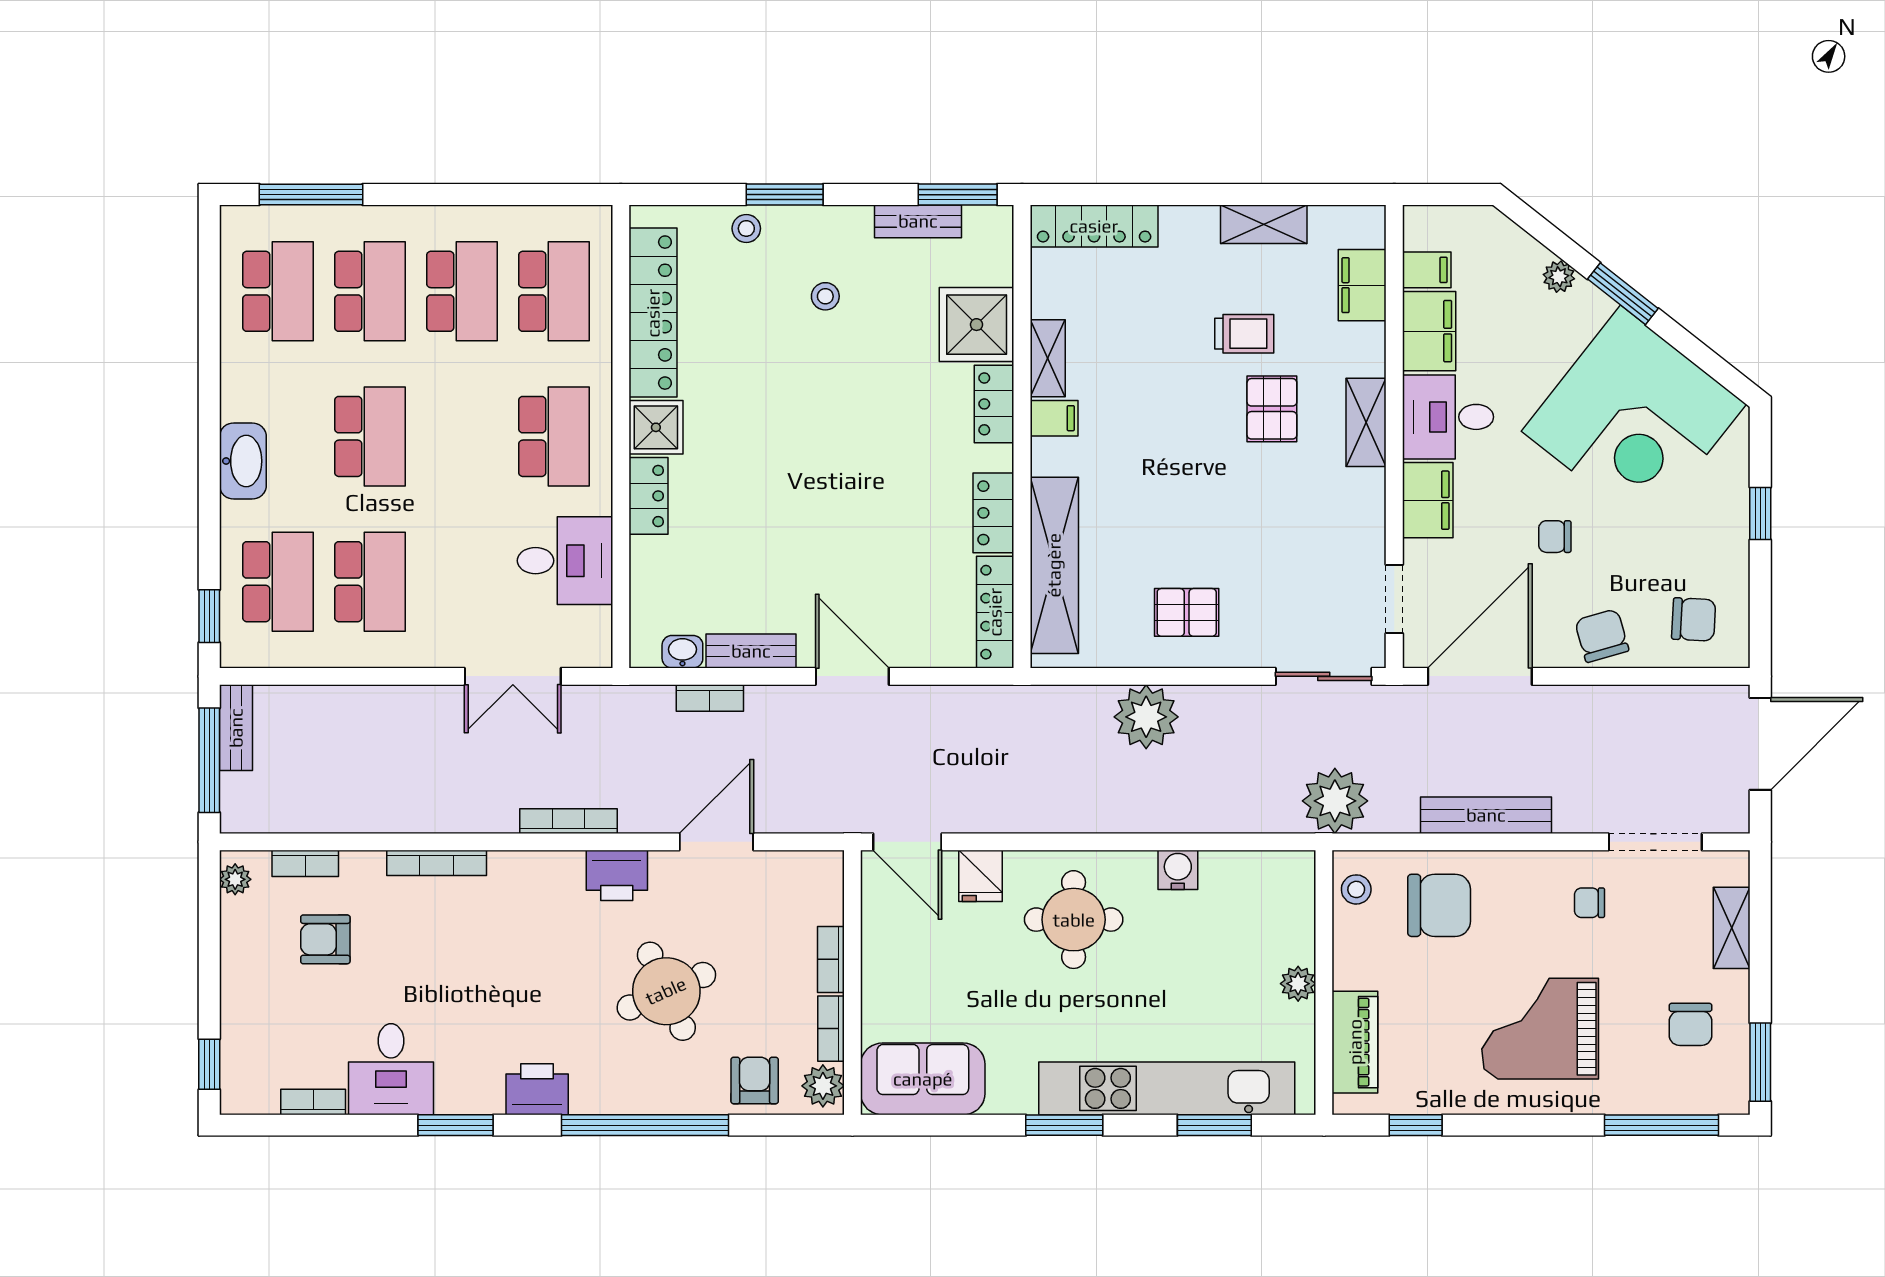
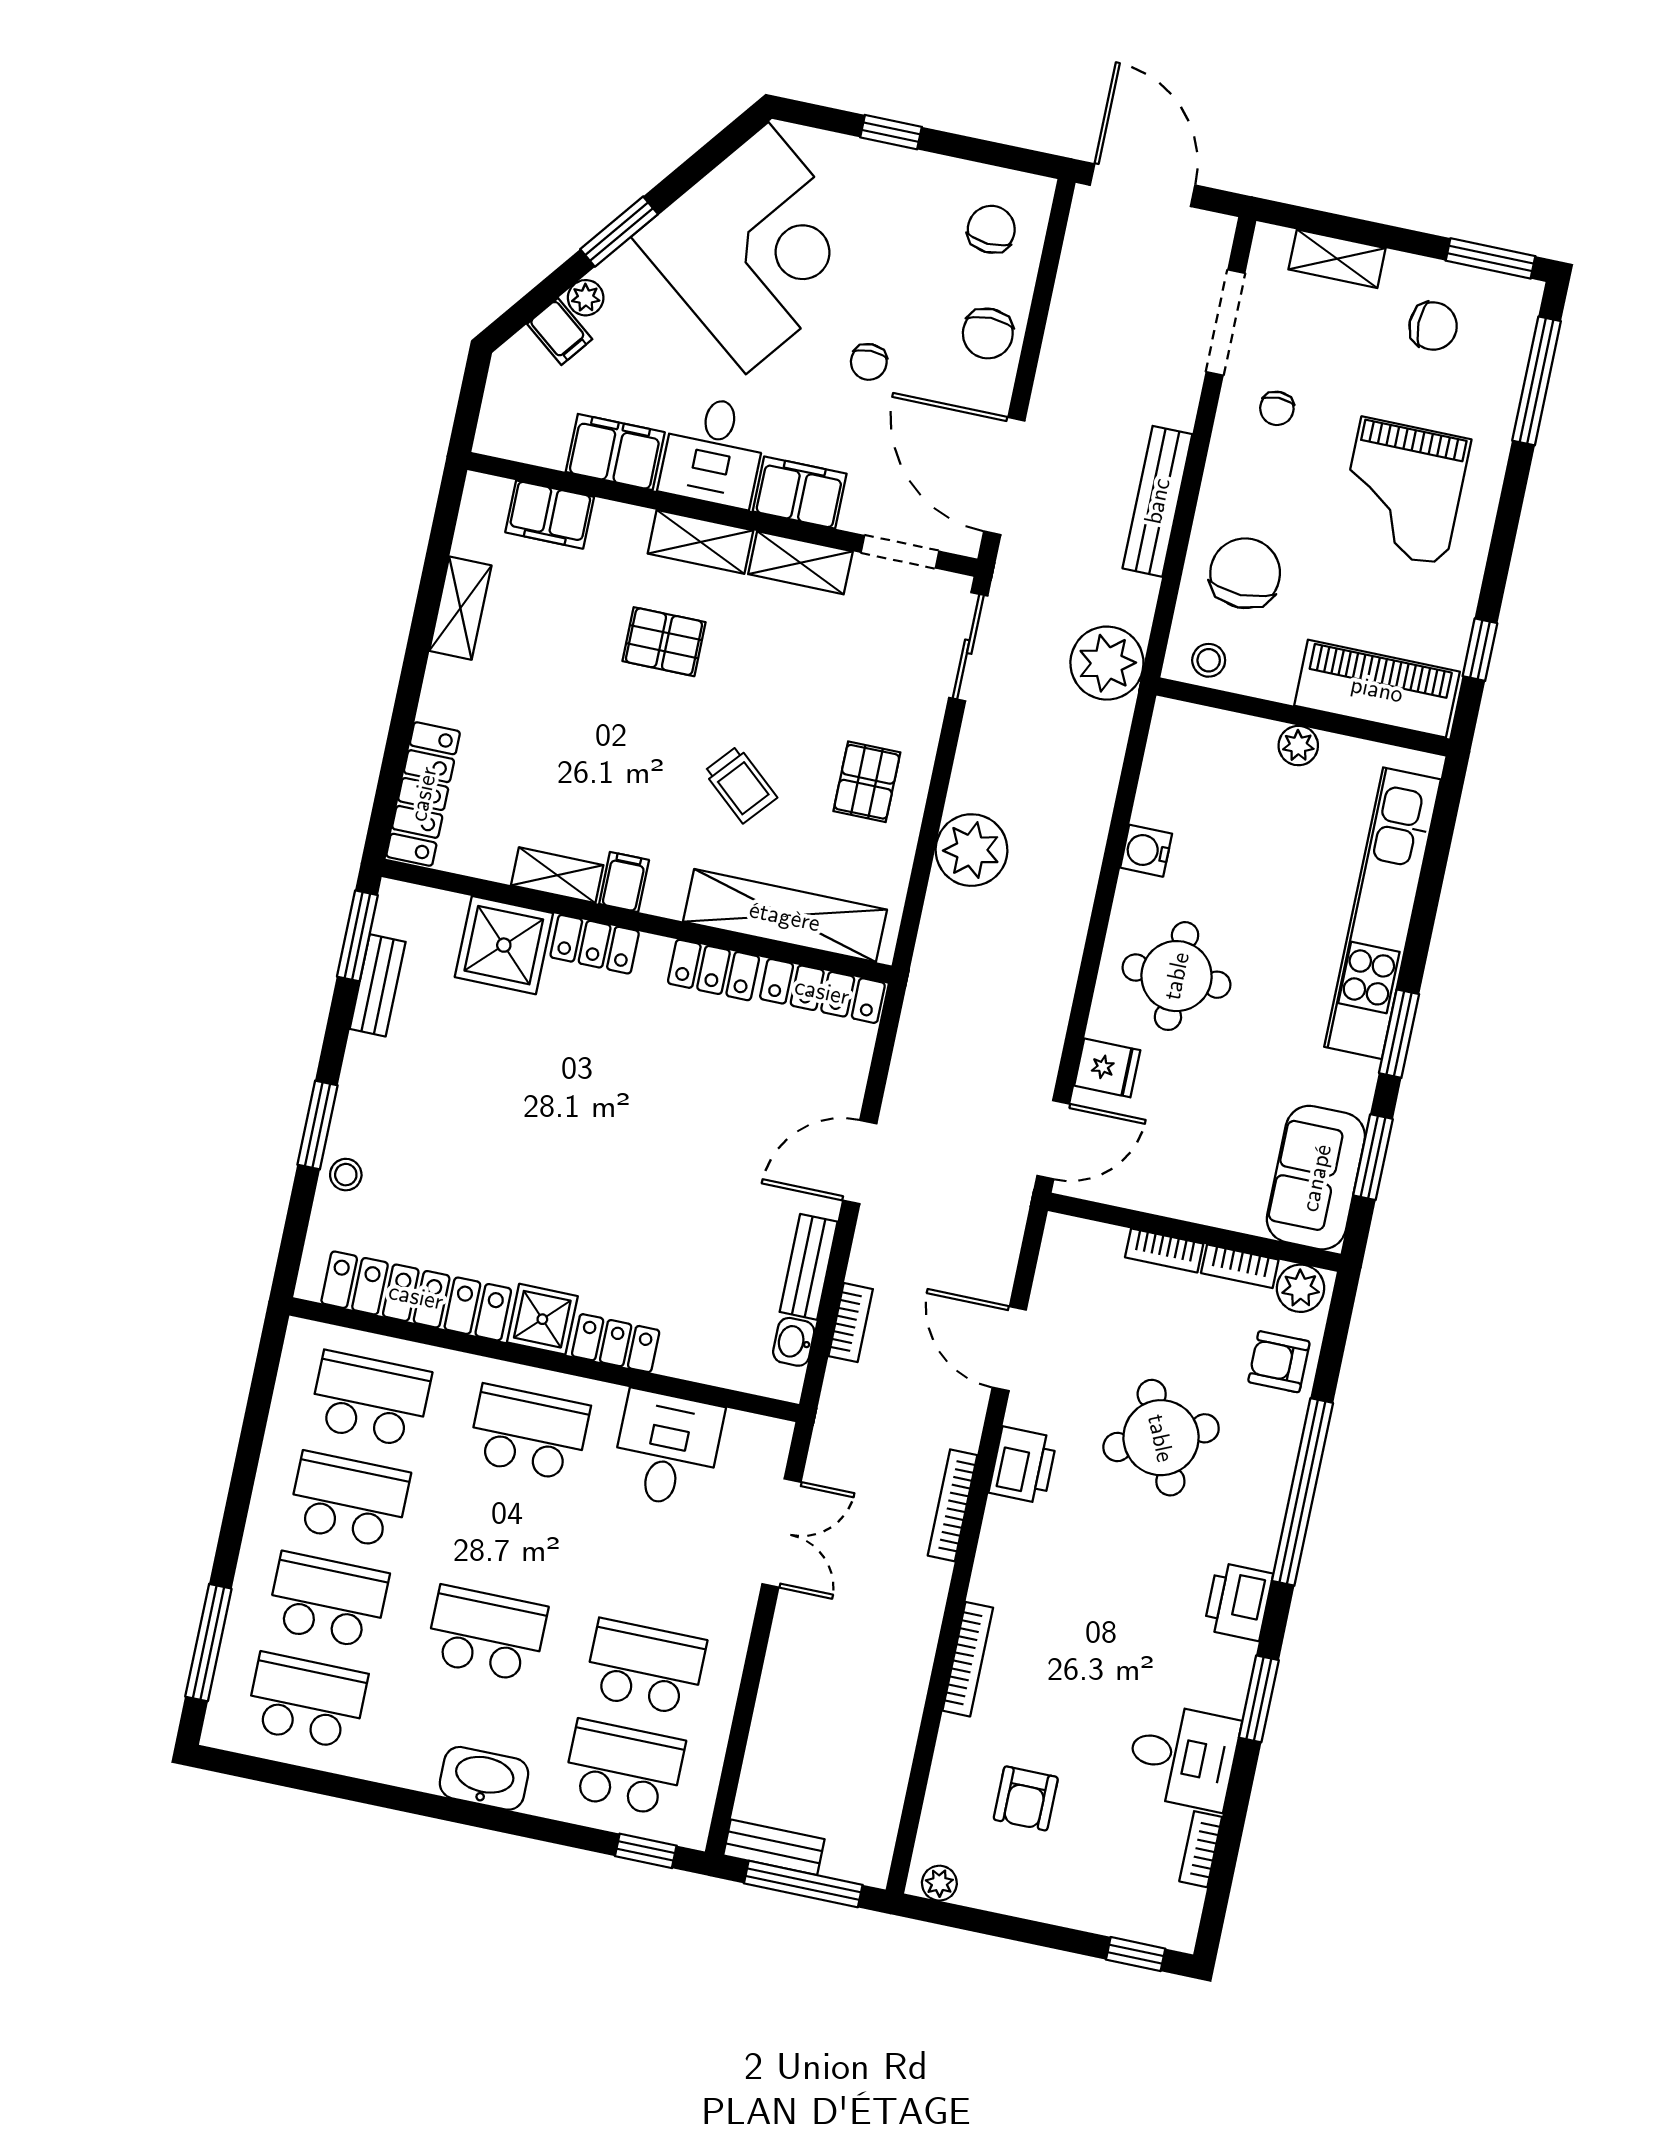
filing cabinet: (1427, 270) -> (560, 331), moved, turned 128
stool: (825, 296) -> (438, 1104), removed
trolley: (1244, 334) -> (740, 785), moved, turned 131
shelving: (1366, 514) -> (800, 563), added
chair: (1602, 636) -> (988, 333), turned -74
bookcase: (305, 863) -> (938, 1803), removed
piano: (1355, 1042) -> (1377, 689), width x1.37, depth x1.33
window: (1214, 1125) -> (1373, 1157), moved

